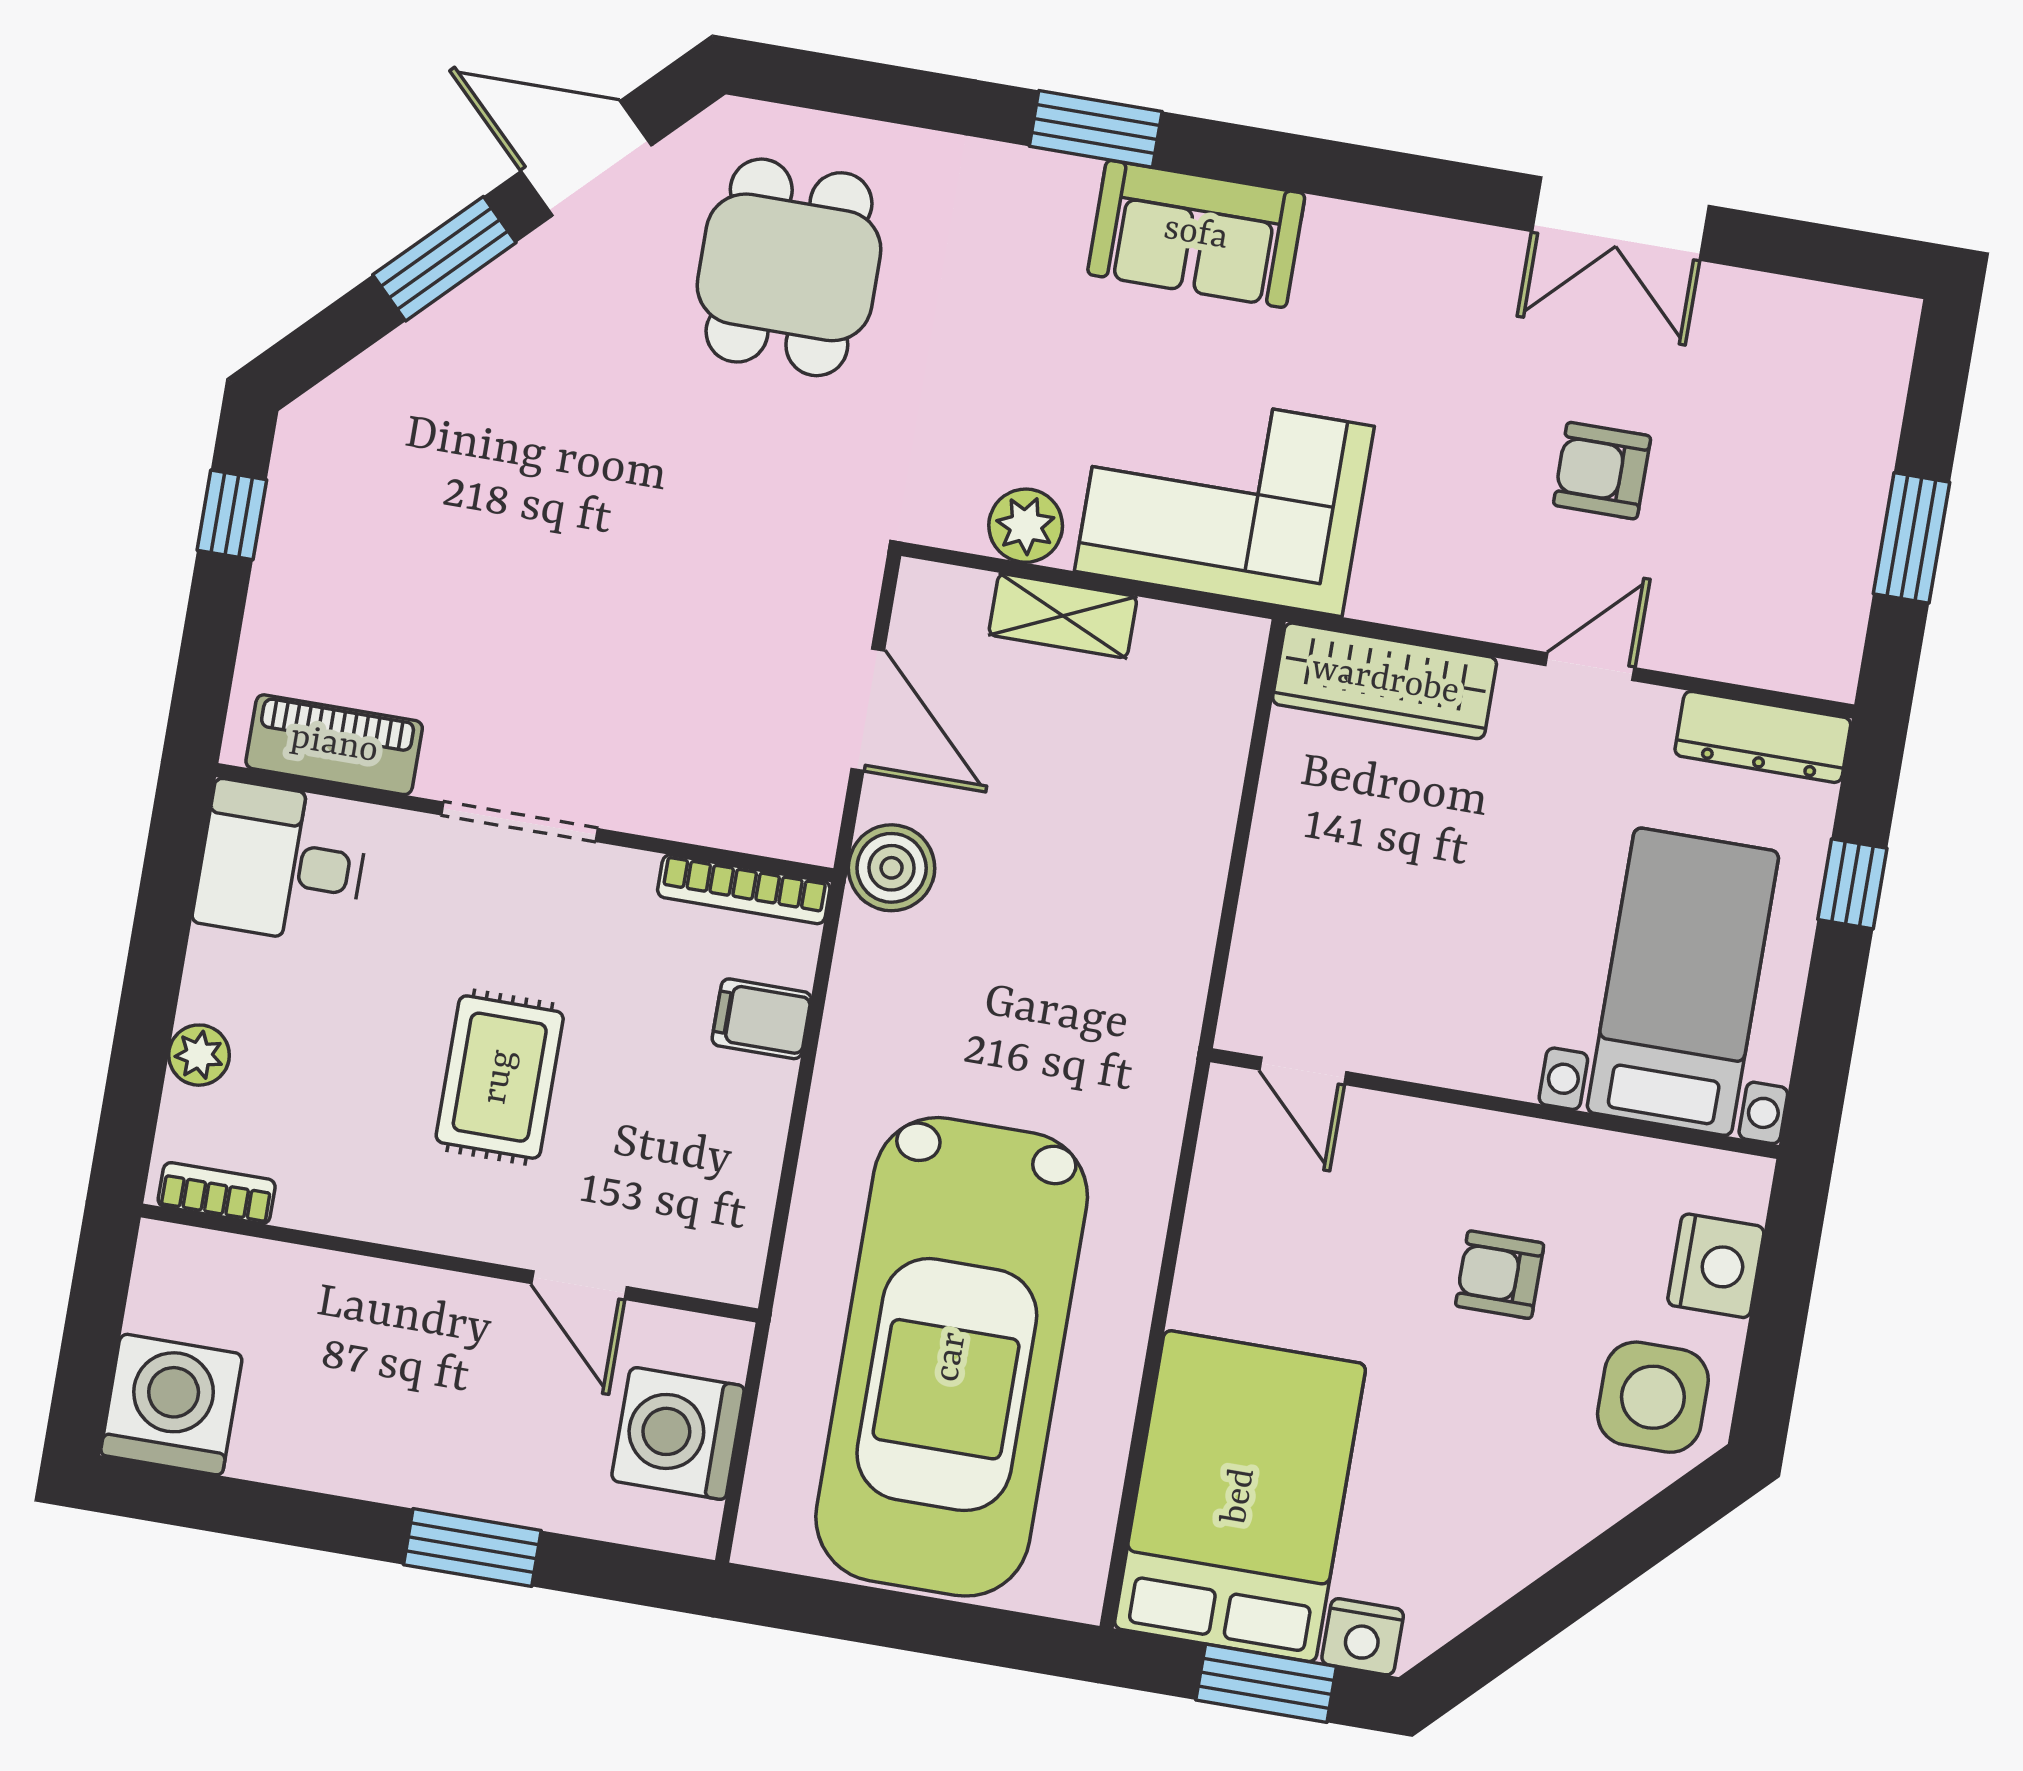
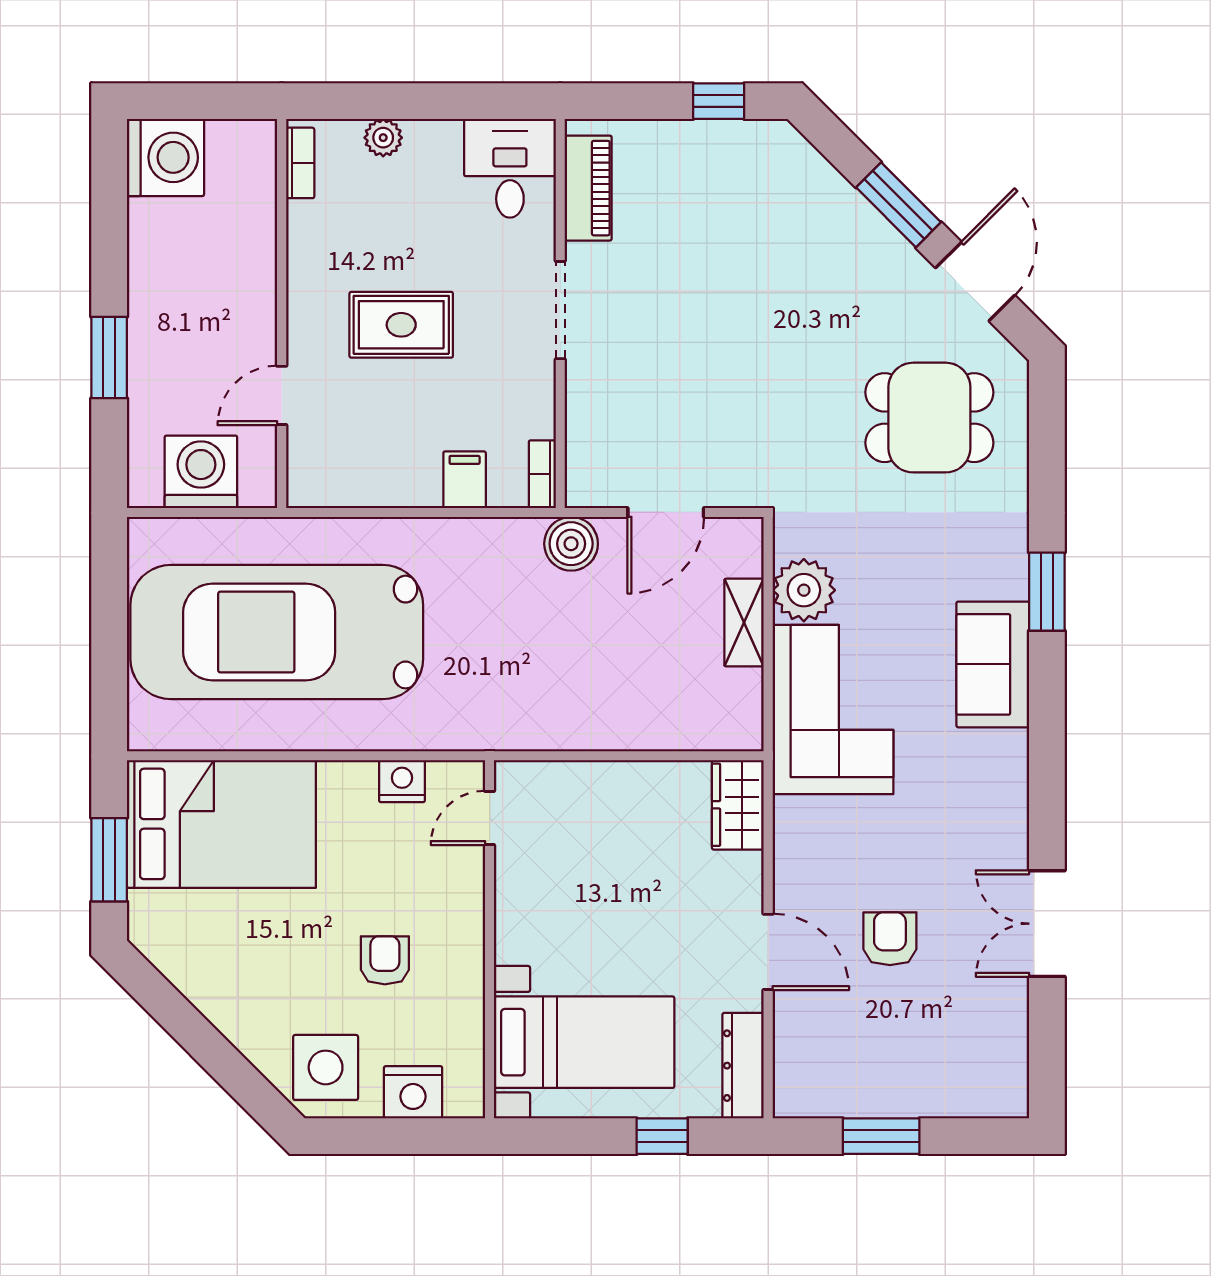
plant: (1026, 526) -> (804, 590), width x1.36, depth x1.36
door: (1590, 667) -> (768, 952), width x1.38
wardrobe: (1385, 681) -> (738, 805), width x0.67
bookcase: (744, 889) -> (542, 474), width x0.64
nightstand: (1363, 1637) -> (402, 781), moved, turned 90

